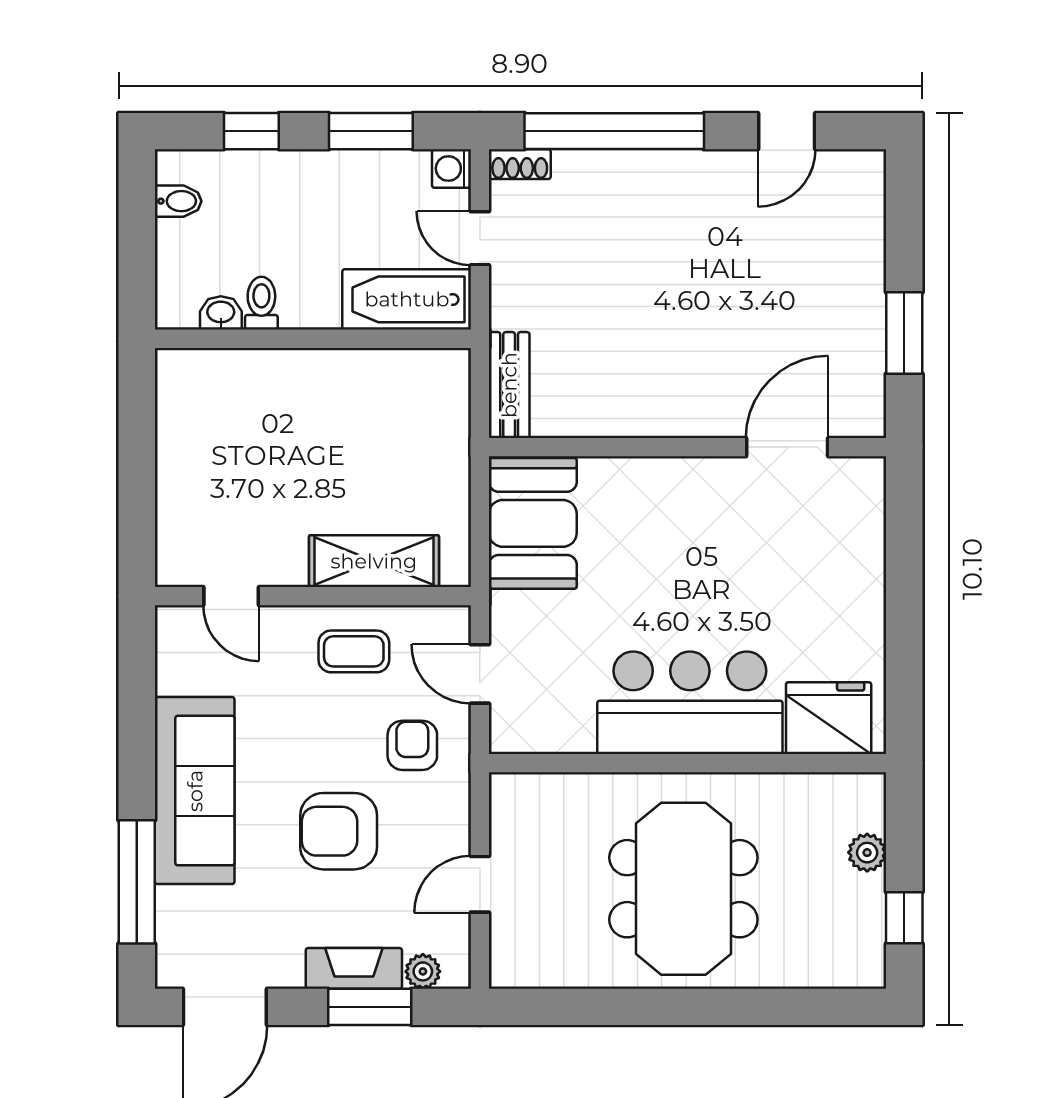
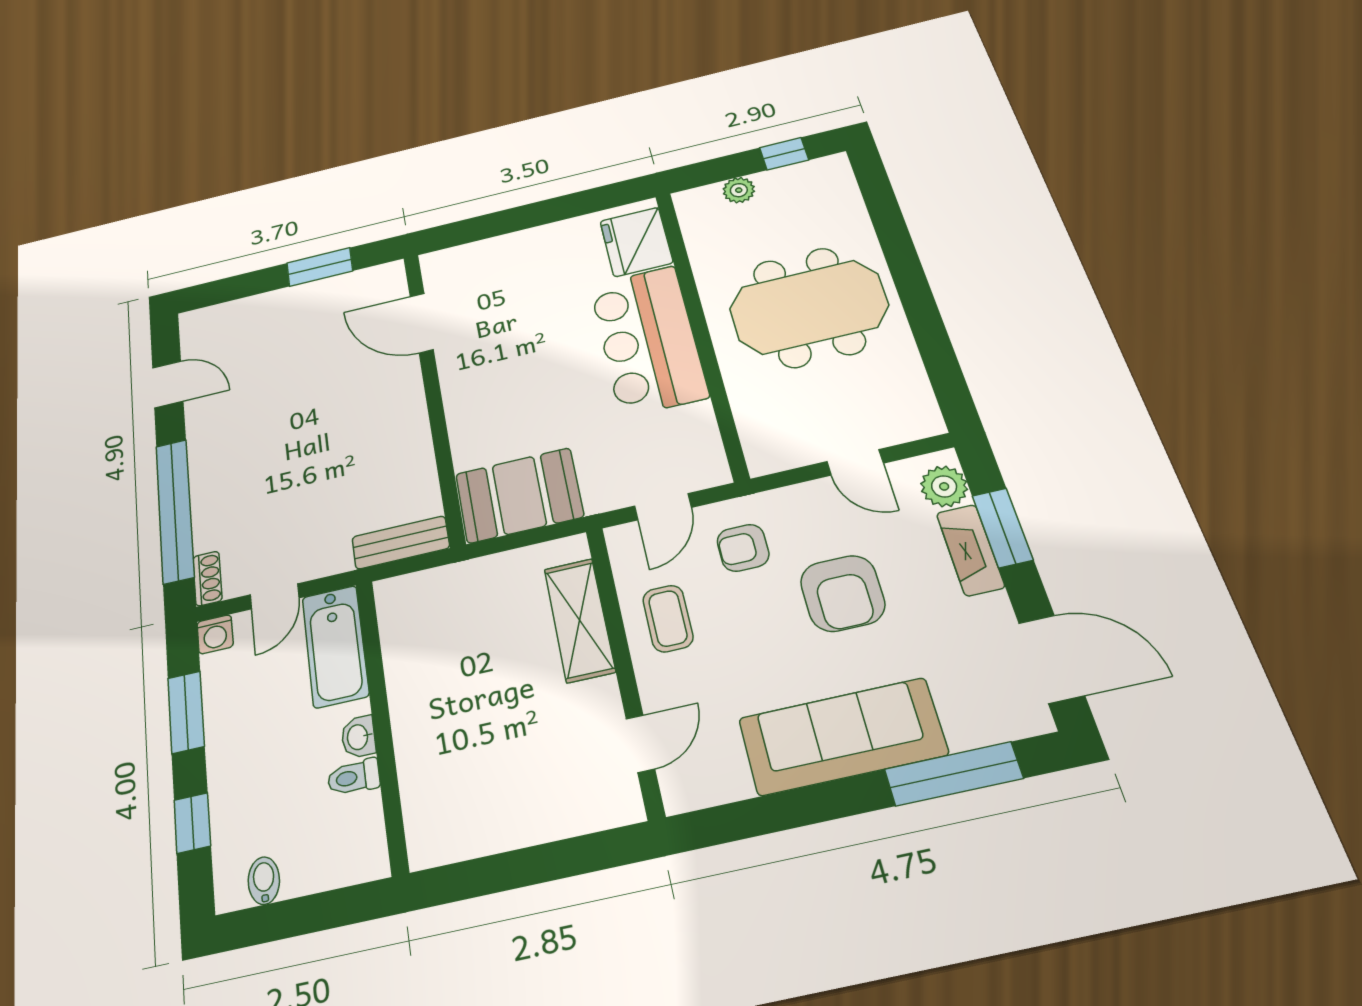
washbasin: (221, 313) -> (358, 737), moved
plant: (423, 971) -> (944, 486), width x1.38, depth x1.38

